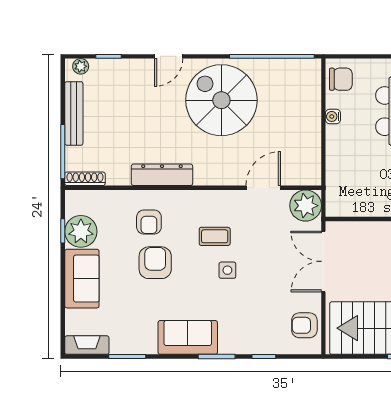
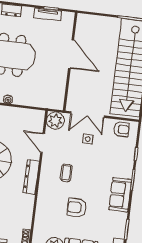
dresser: (162, 175) -> (31, 177), moved
armchair: (149, 222) -> (54, 208), removed
side table: (227, 270) -> (88, 139), moved
armchair: (304, 325) -> (121, 129), turned -90

